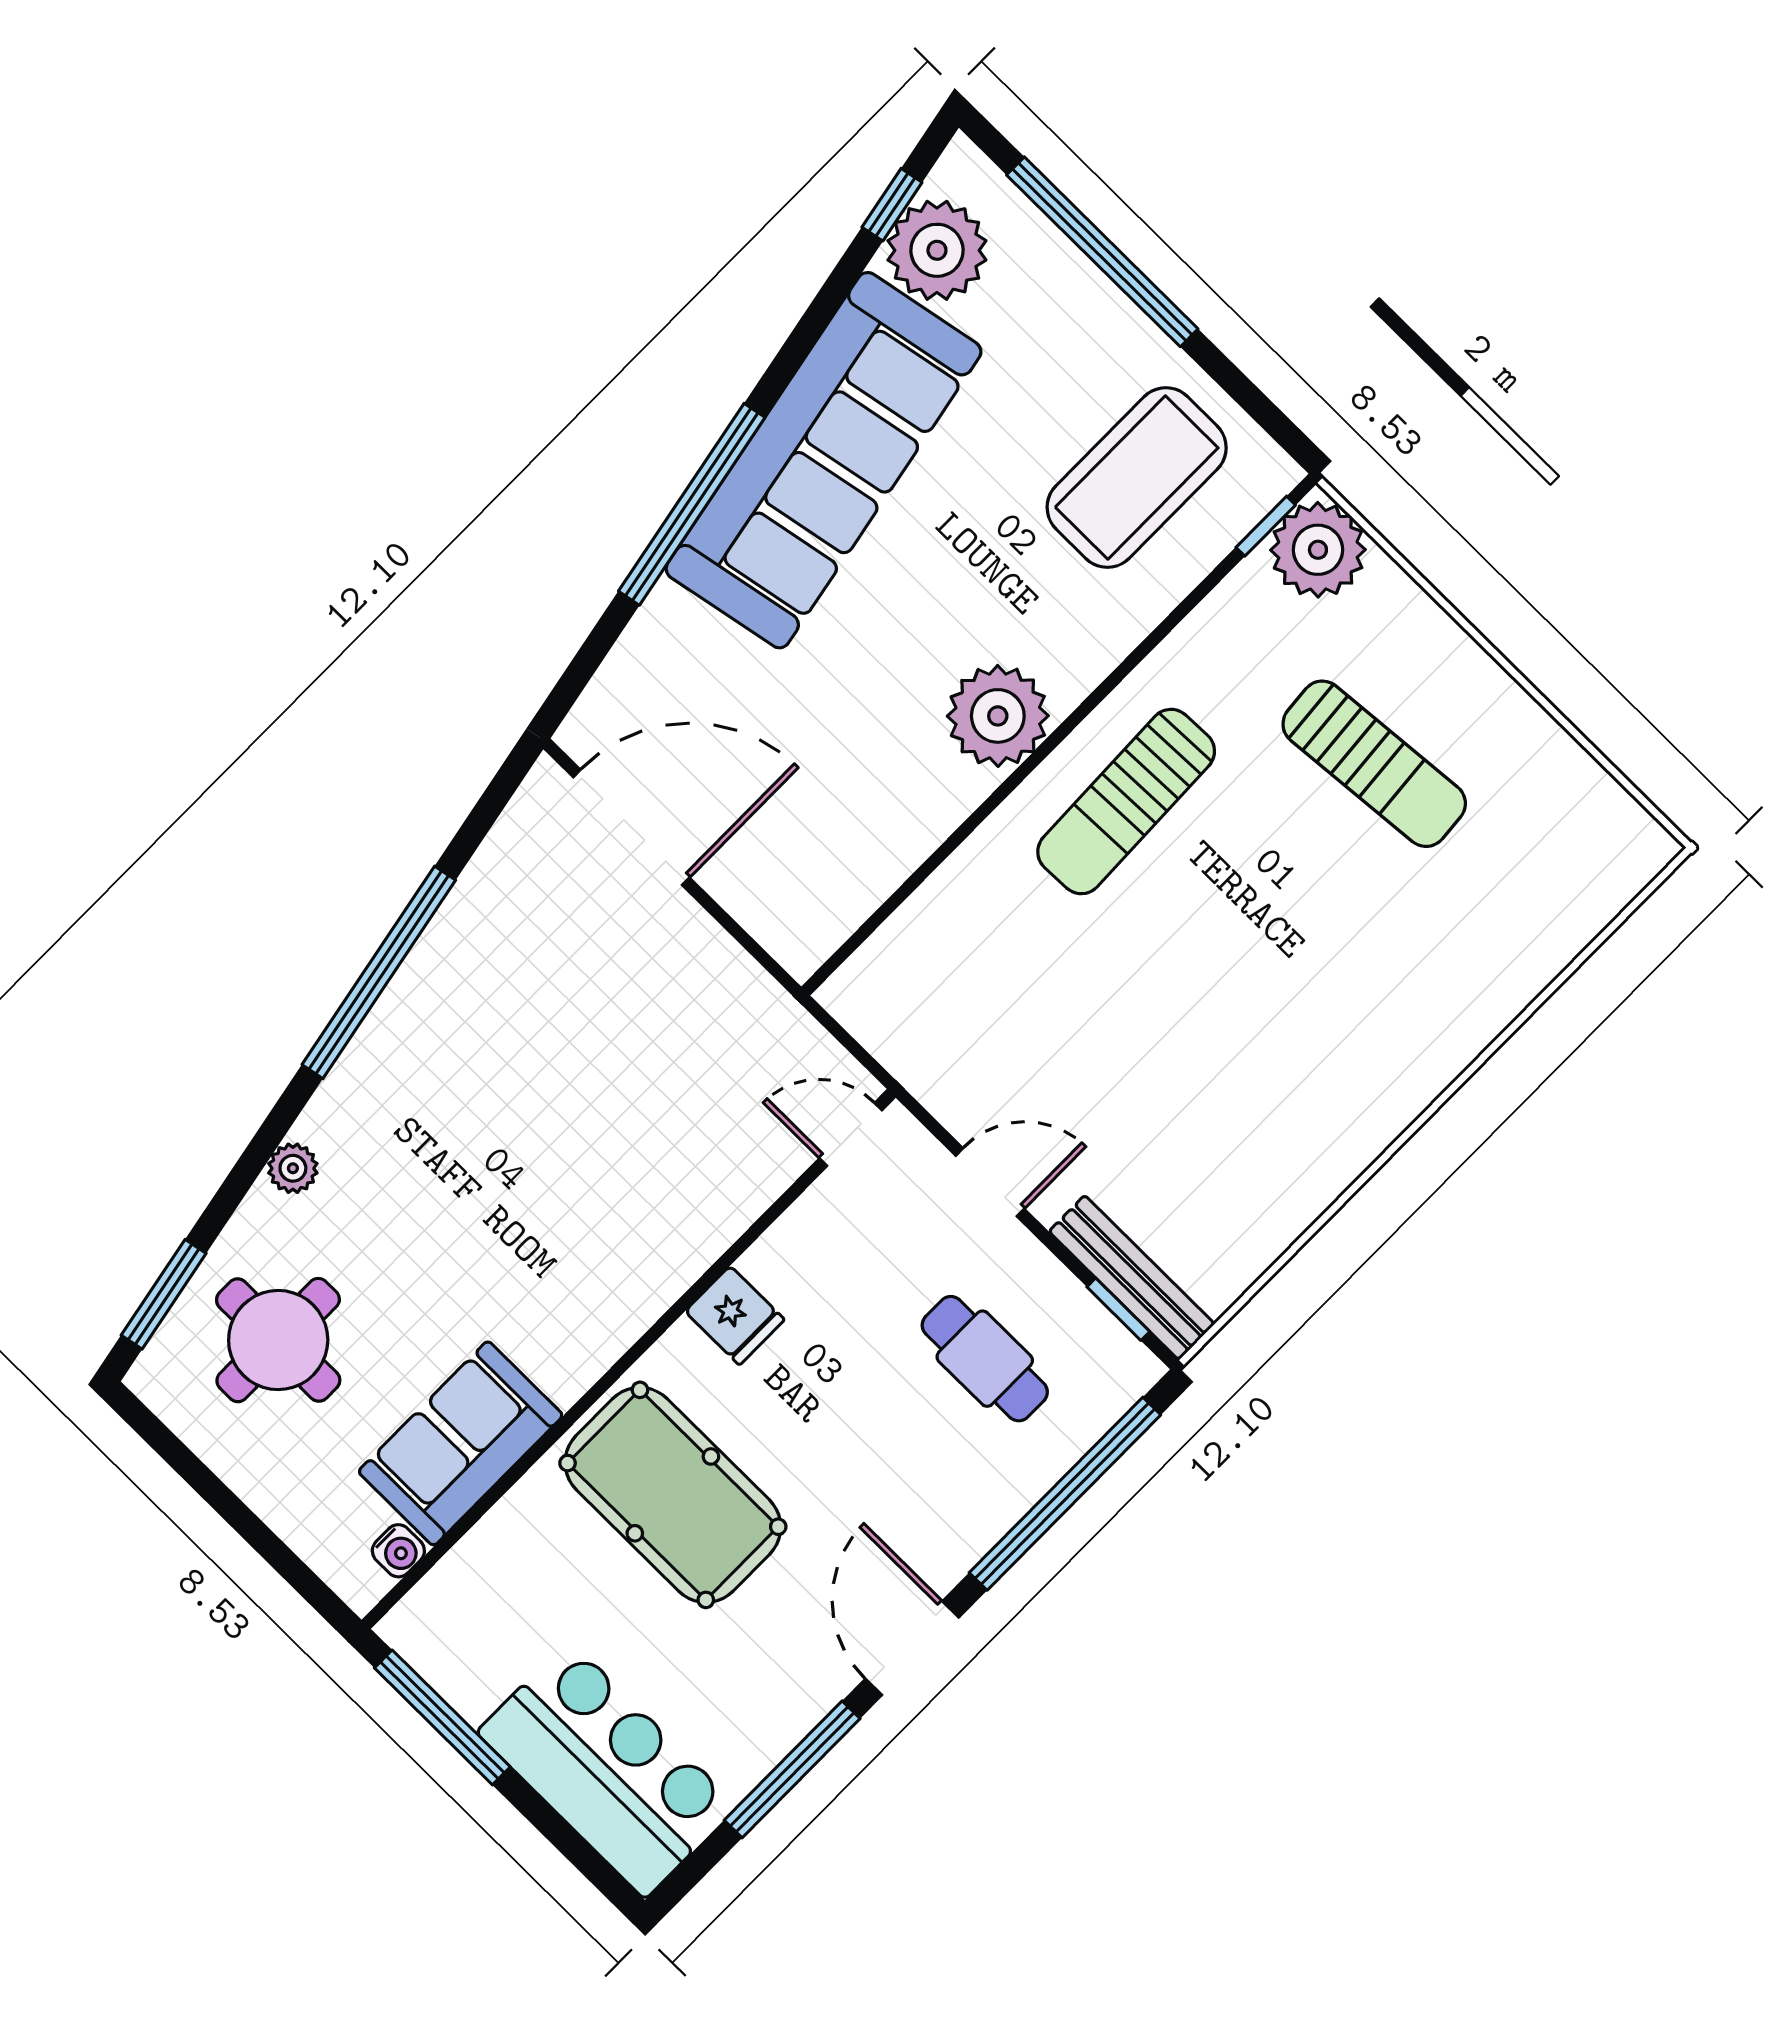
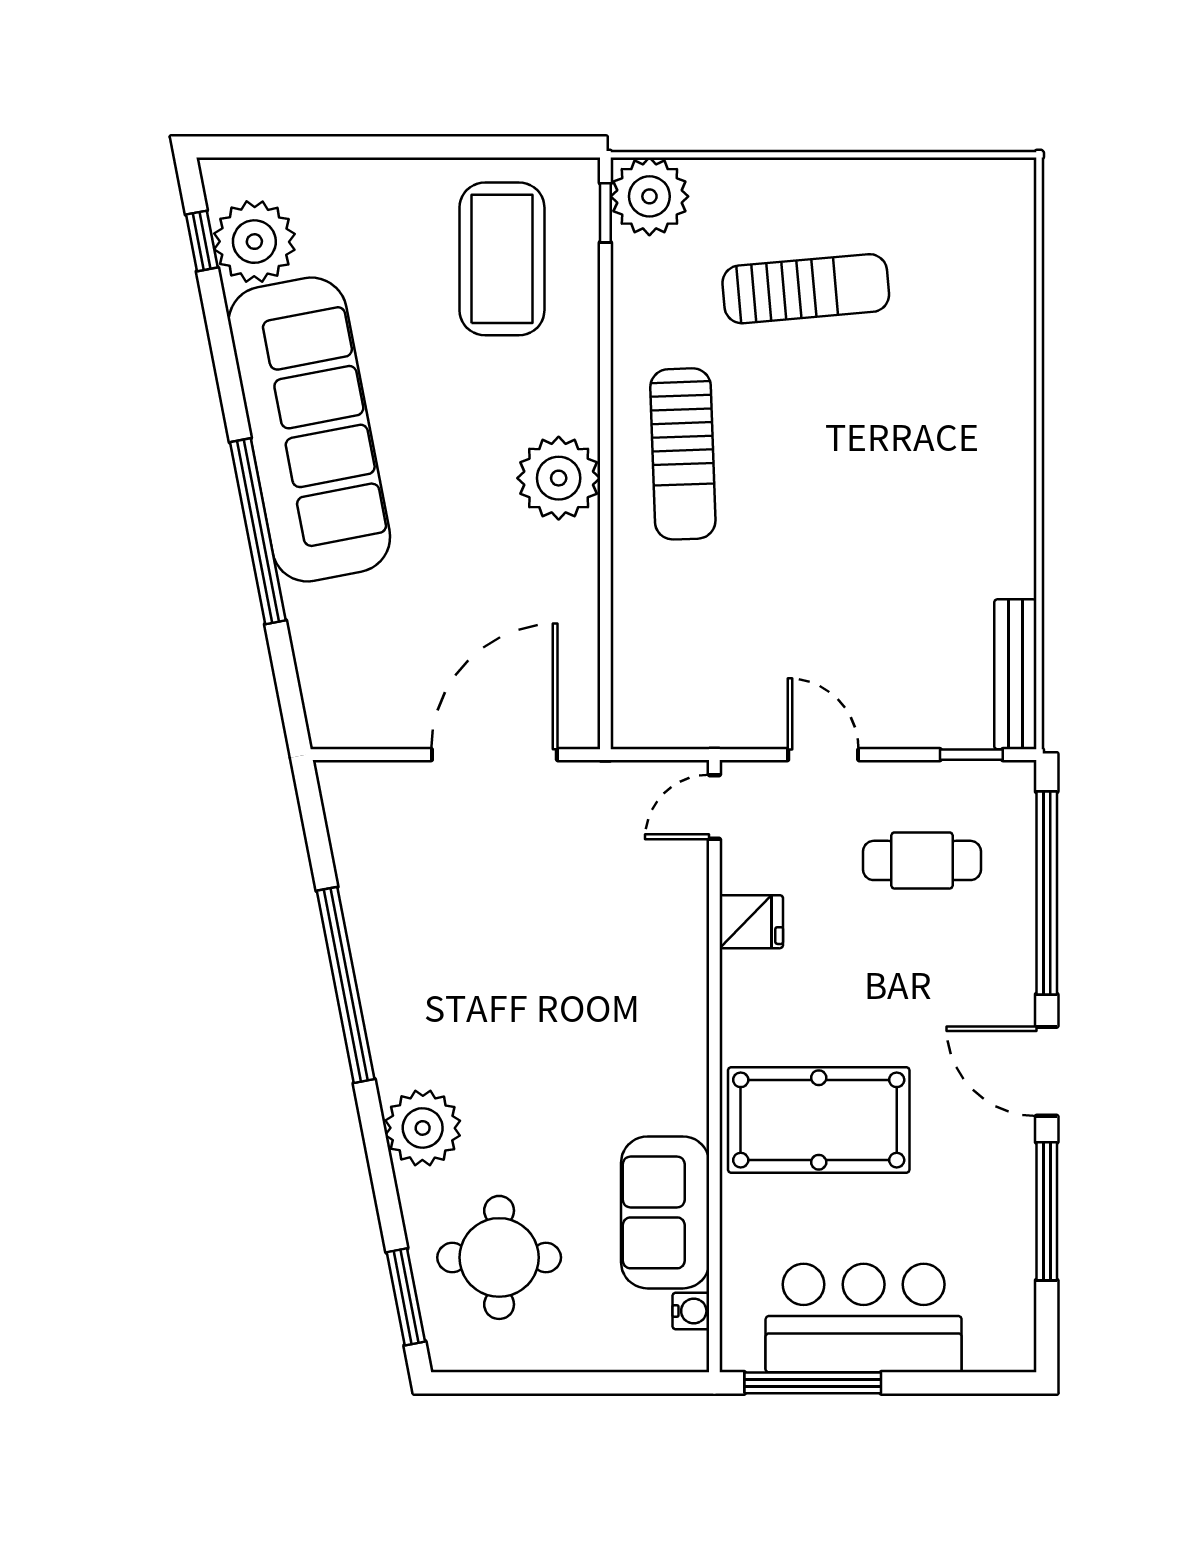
window: (1102, 252) -> (352, 147), removed
door: (631, 827) -> (494, 755), moved
plant: (293, 1168) -> (423, 1128), width x1.88, depth x1.88
door: (990, 1182) -> (823, 755), hinge flipped
bench: (1132, 1277) -> (1015, 674), moved, turned 90
fridge: (735, 1315) -> (751, 922), moved
bar counter: (607, 1769) -> (864, 1318), moved

